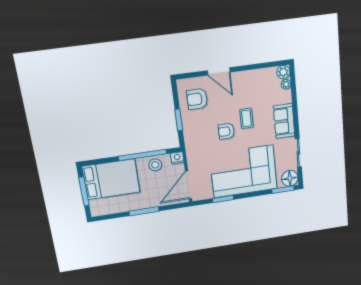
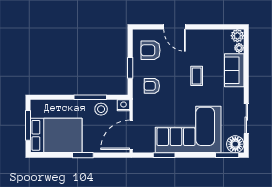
sofa: (284, 121) -> (234, 70), moved
armchair: (226, 131) -> (152, 86), moved
window: (143, 155) -> (90, 97), width x0.68
bed: (111, 179) -> (56, 135), moved
window: (144, 211) -> (83, 155), width x0.69

